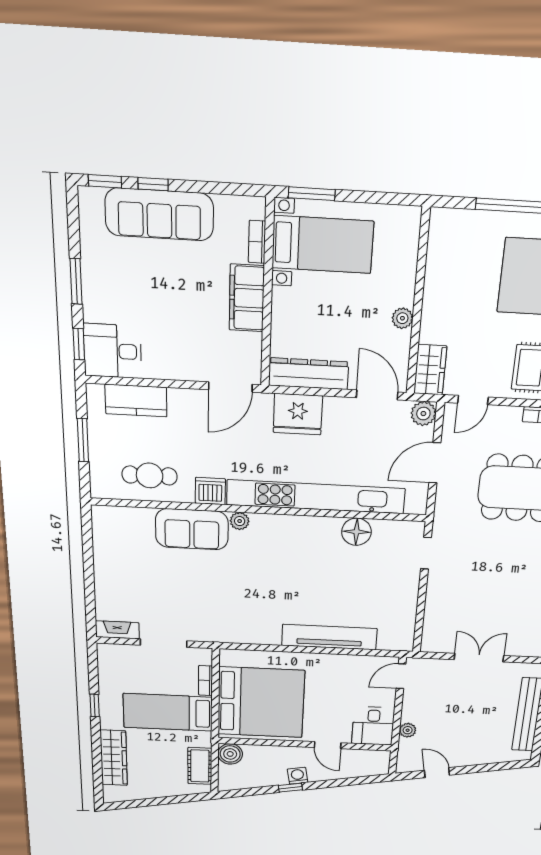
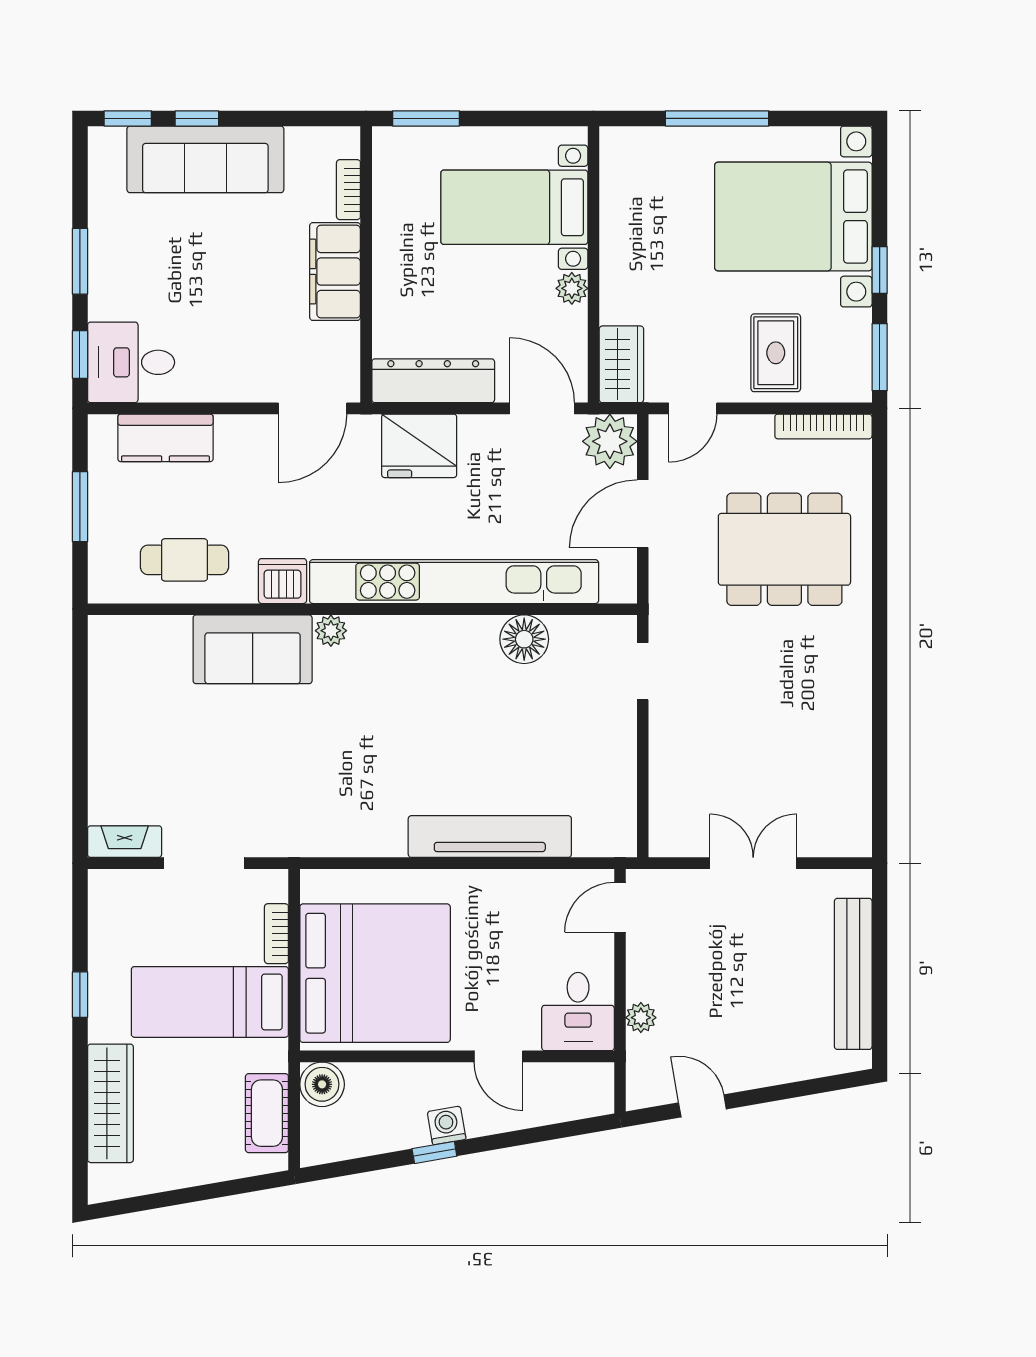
bed with nightstands: (323, 245) -> (514, 207), moved, turned 180
plant: (423, 414) -> (610, 441), width x1.36, depth x1.36

